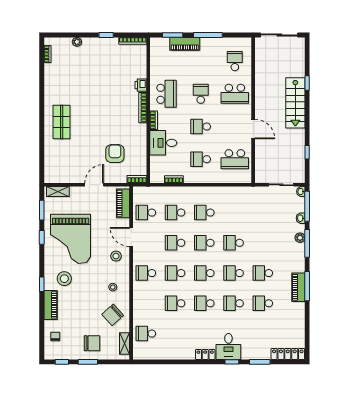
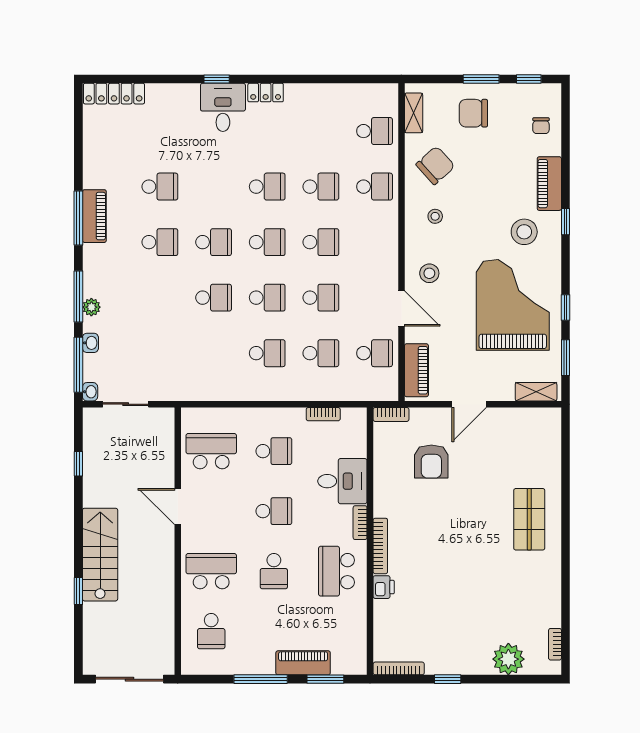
plant: (77, 42) -> (508, 659), width x1.88, depth x1.88
school desk: (146, 273) -> (375, 187), moved
school desk: (234, 303) -> (214, 187), removed
window: (260, 362) -> (166, 79), removed

